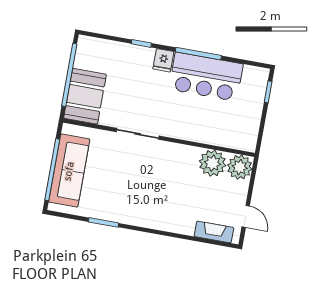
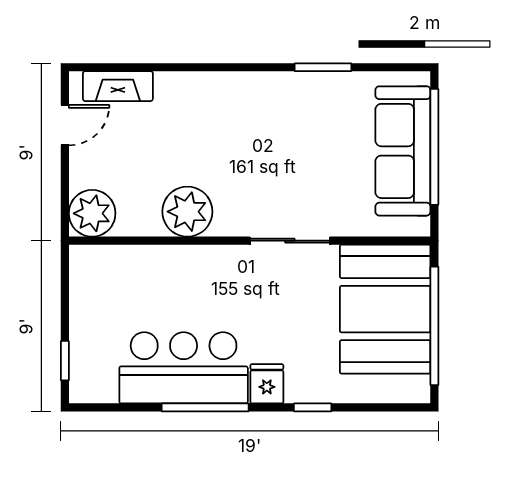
booth: (85, 96) -> (385, 309), width x1.36, depth x1.42
plant: (212, 163) -> (187, 212), moved
door: (246, 216) -> (65, 125), swing flipped

